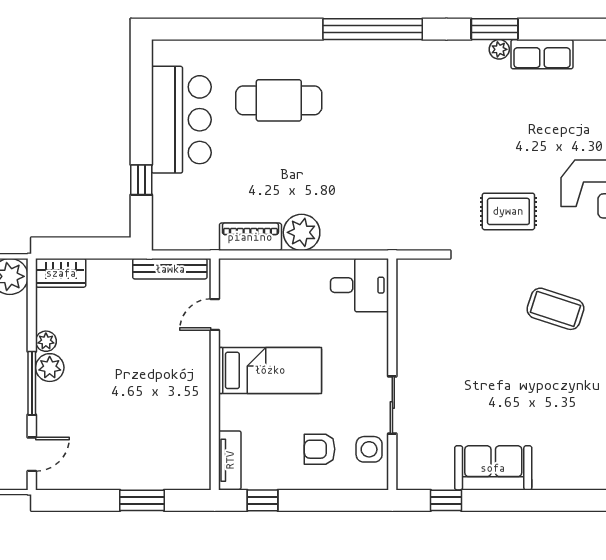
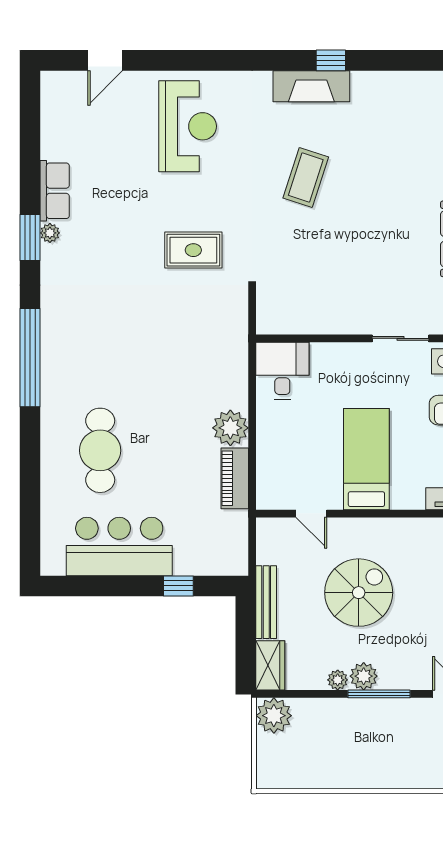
rug: (508, 211) -> (193, 250), moved, turned 90
bench: (170, 269) -> (266, 602), moved
spiral stairs: (135, 363) -> (359, 593), added

